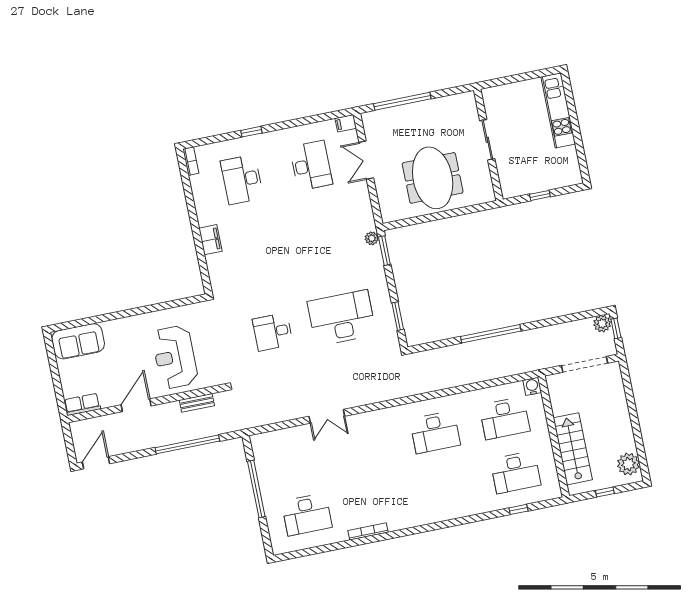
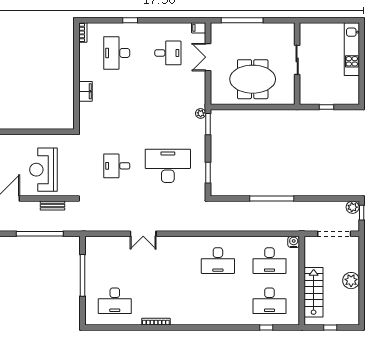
desk: (311, 166) -> (168, 53), width x0.73
meeting table: (433, 178) -> (253, 79), turned 90
plant: (628, 464) -> (351, 281), moved

